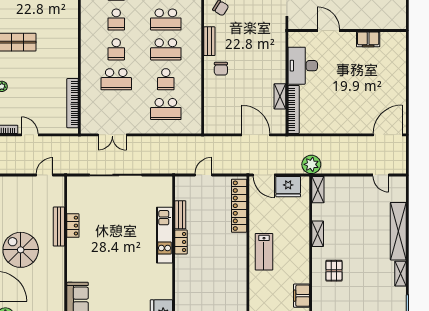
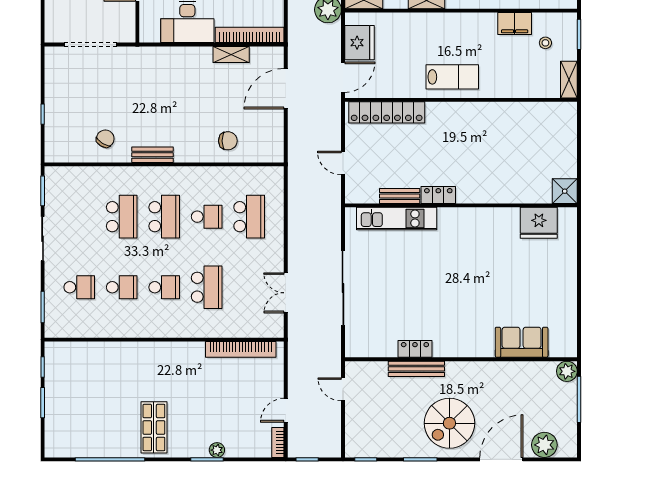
chair: (221, 69) -> (228, 141), moved
double door: (112, 135) -> (286, 293), swing flipped
kitchen unit: (165, 235) -> (397, 218), moved

